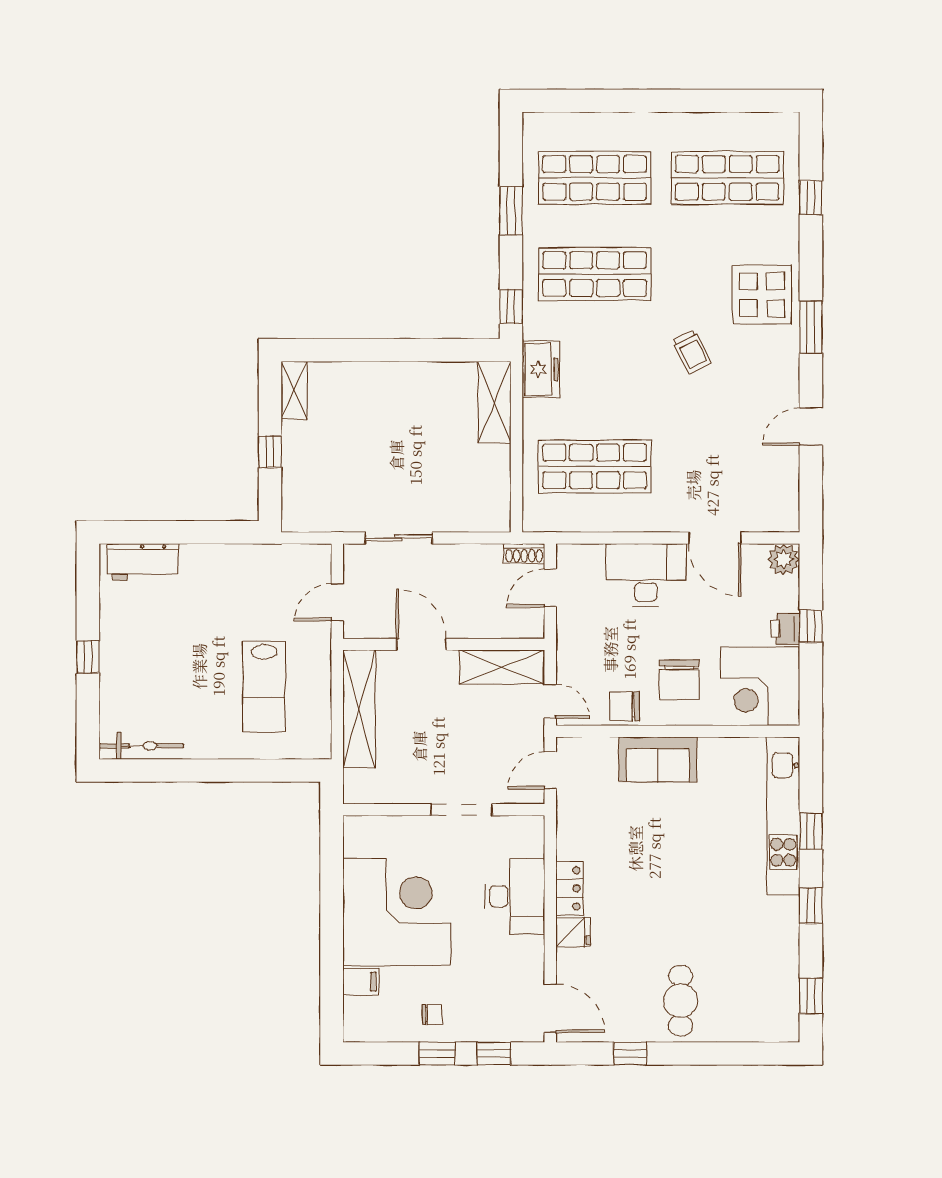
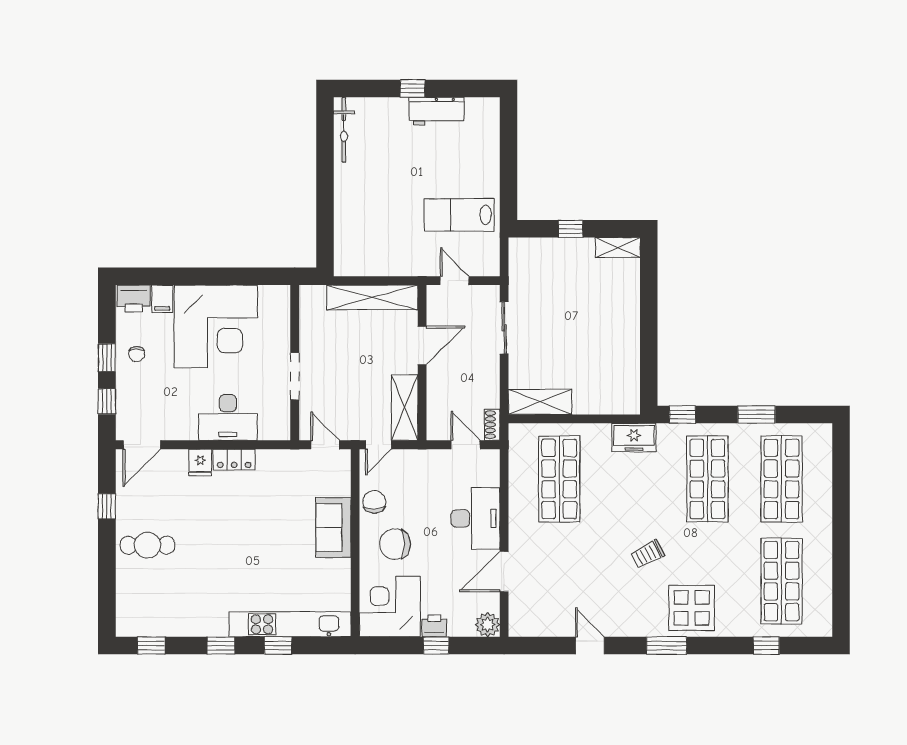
shelving: (495, 402) -> (540, 402), moved
workbench: (143, 562) -> (437, 111), moved, turned -90
lab bench: (264, 686) -> (459, 215), moved
printer: (360, 1019) -> (134, 298), added

